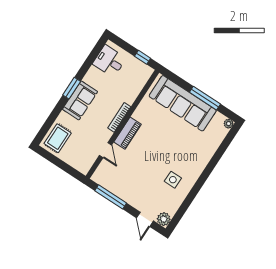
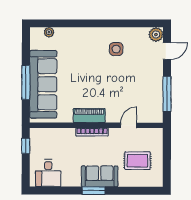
window: (205, 98) -> (26, 82), moved
plant: (229, 124) -> (49, 32), moved
piano: (128, 133) -> (89, 116), moved
rug: (58, 138) -> (137, 161), moved

